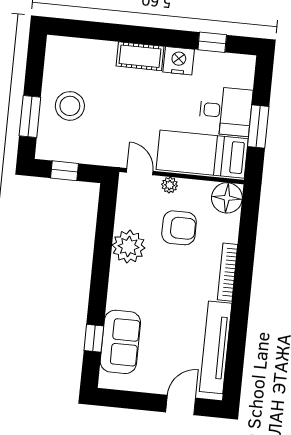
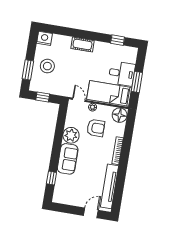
nightstand: (179, 61) -> (44, 38), moved
sofa: (120, 342) -> (68, 159), moved

